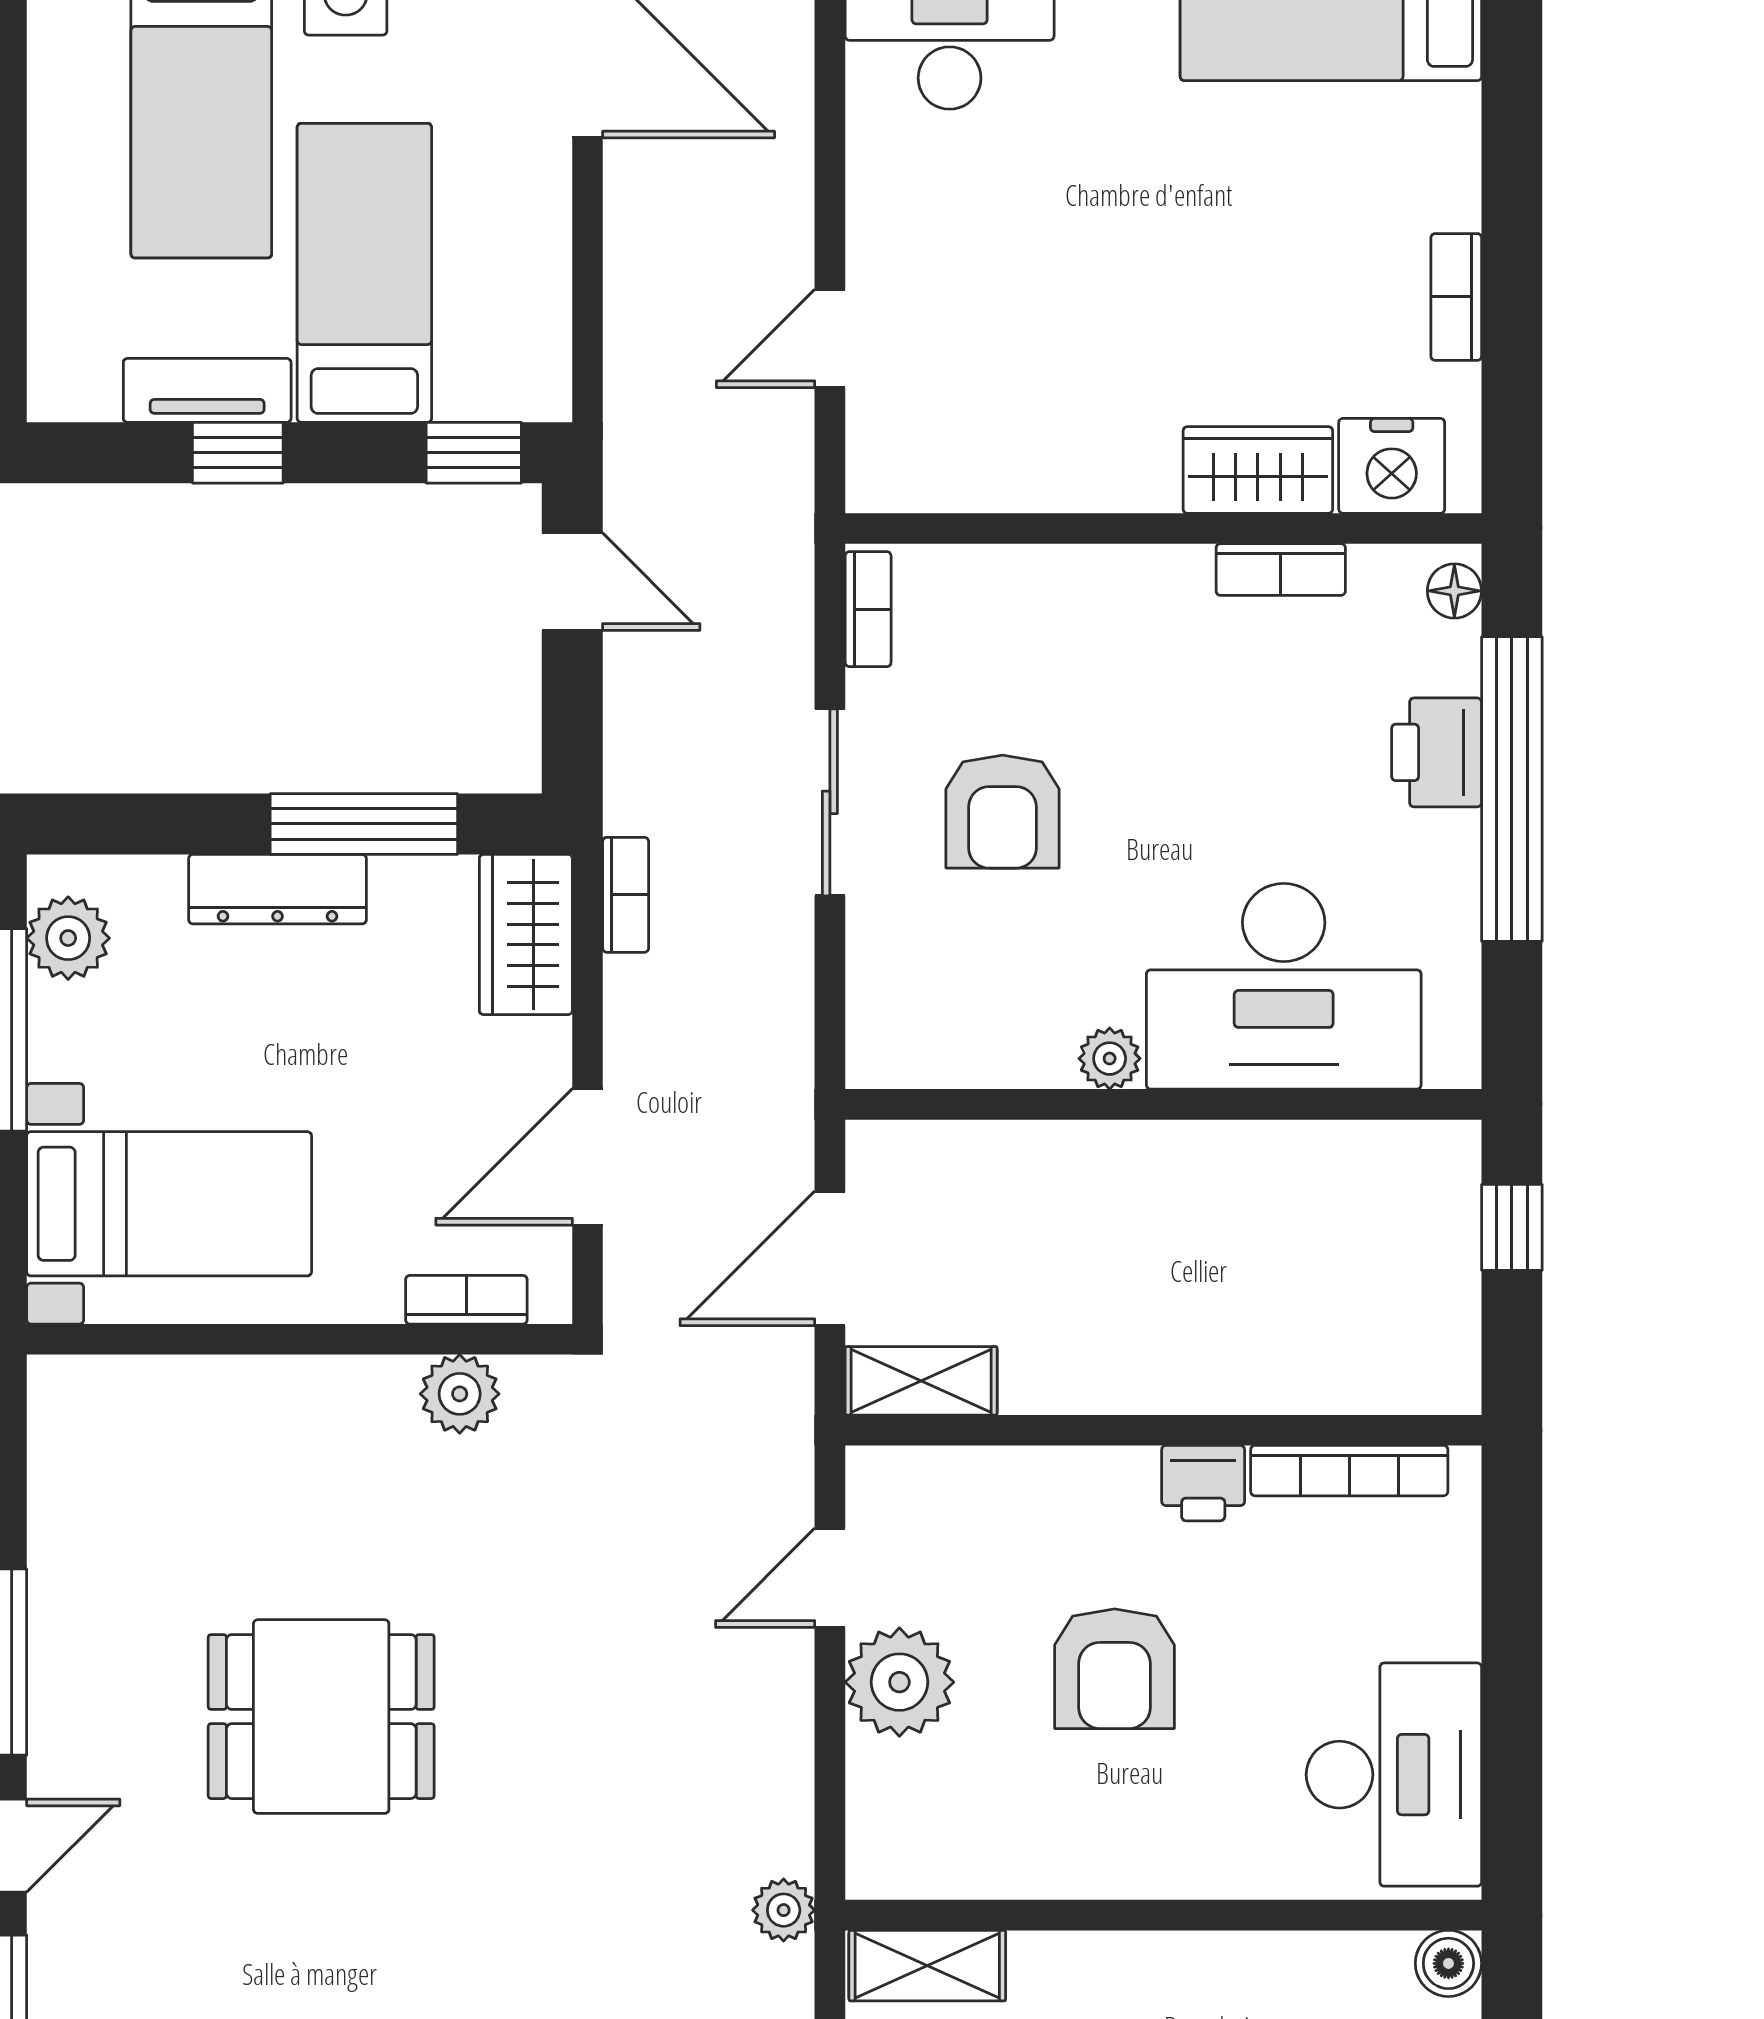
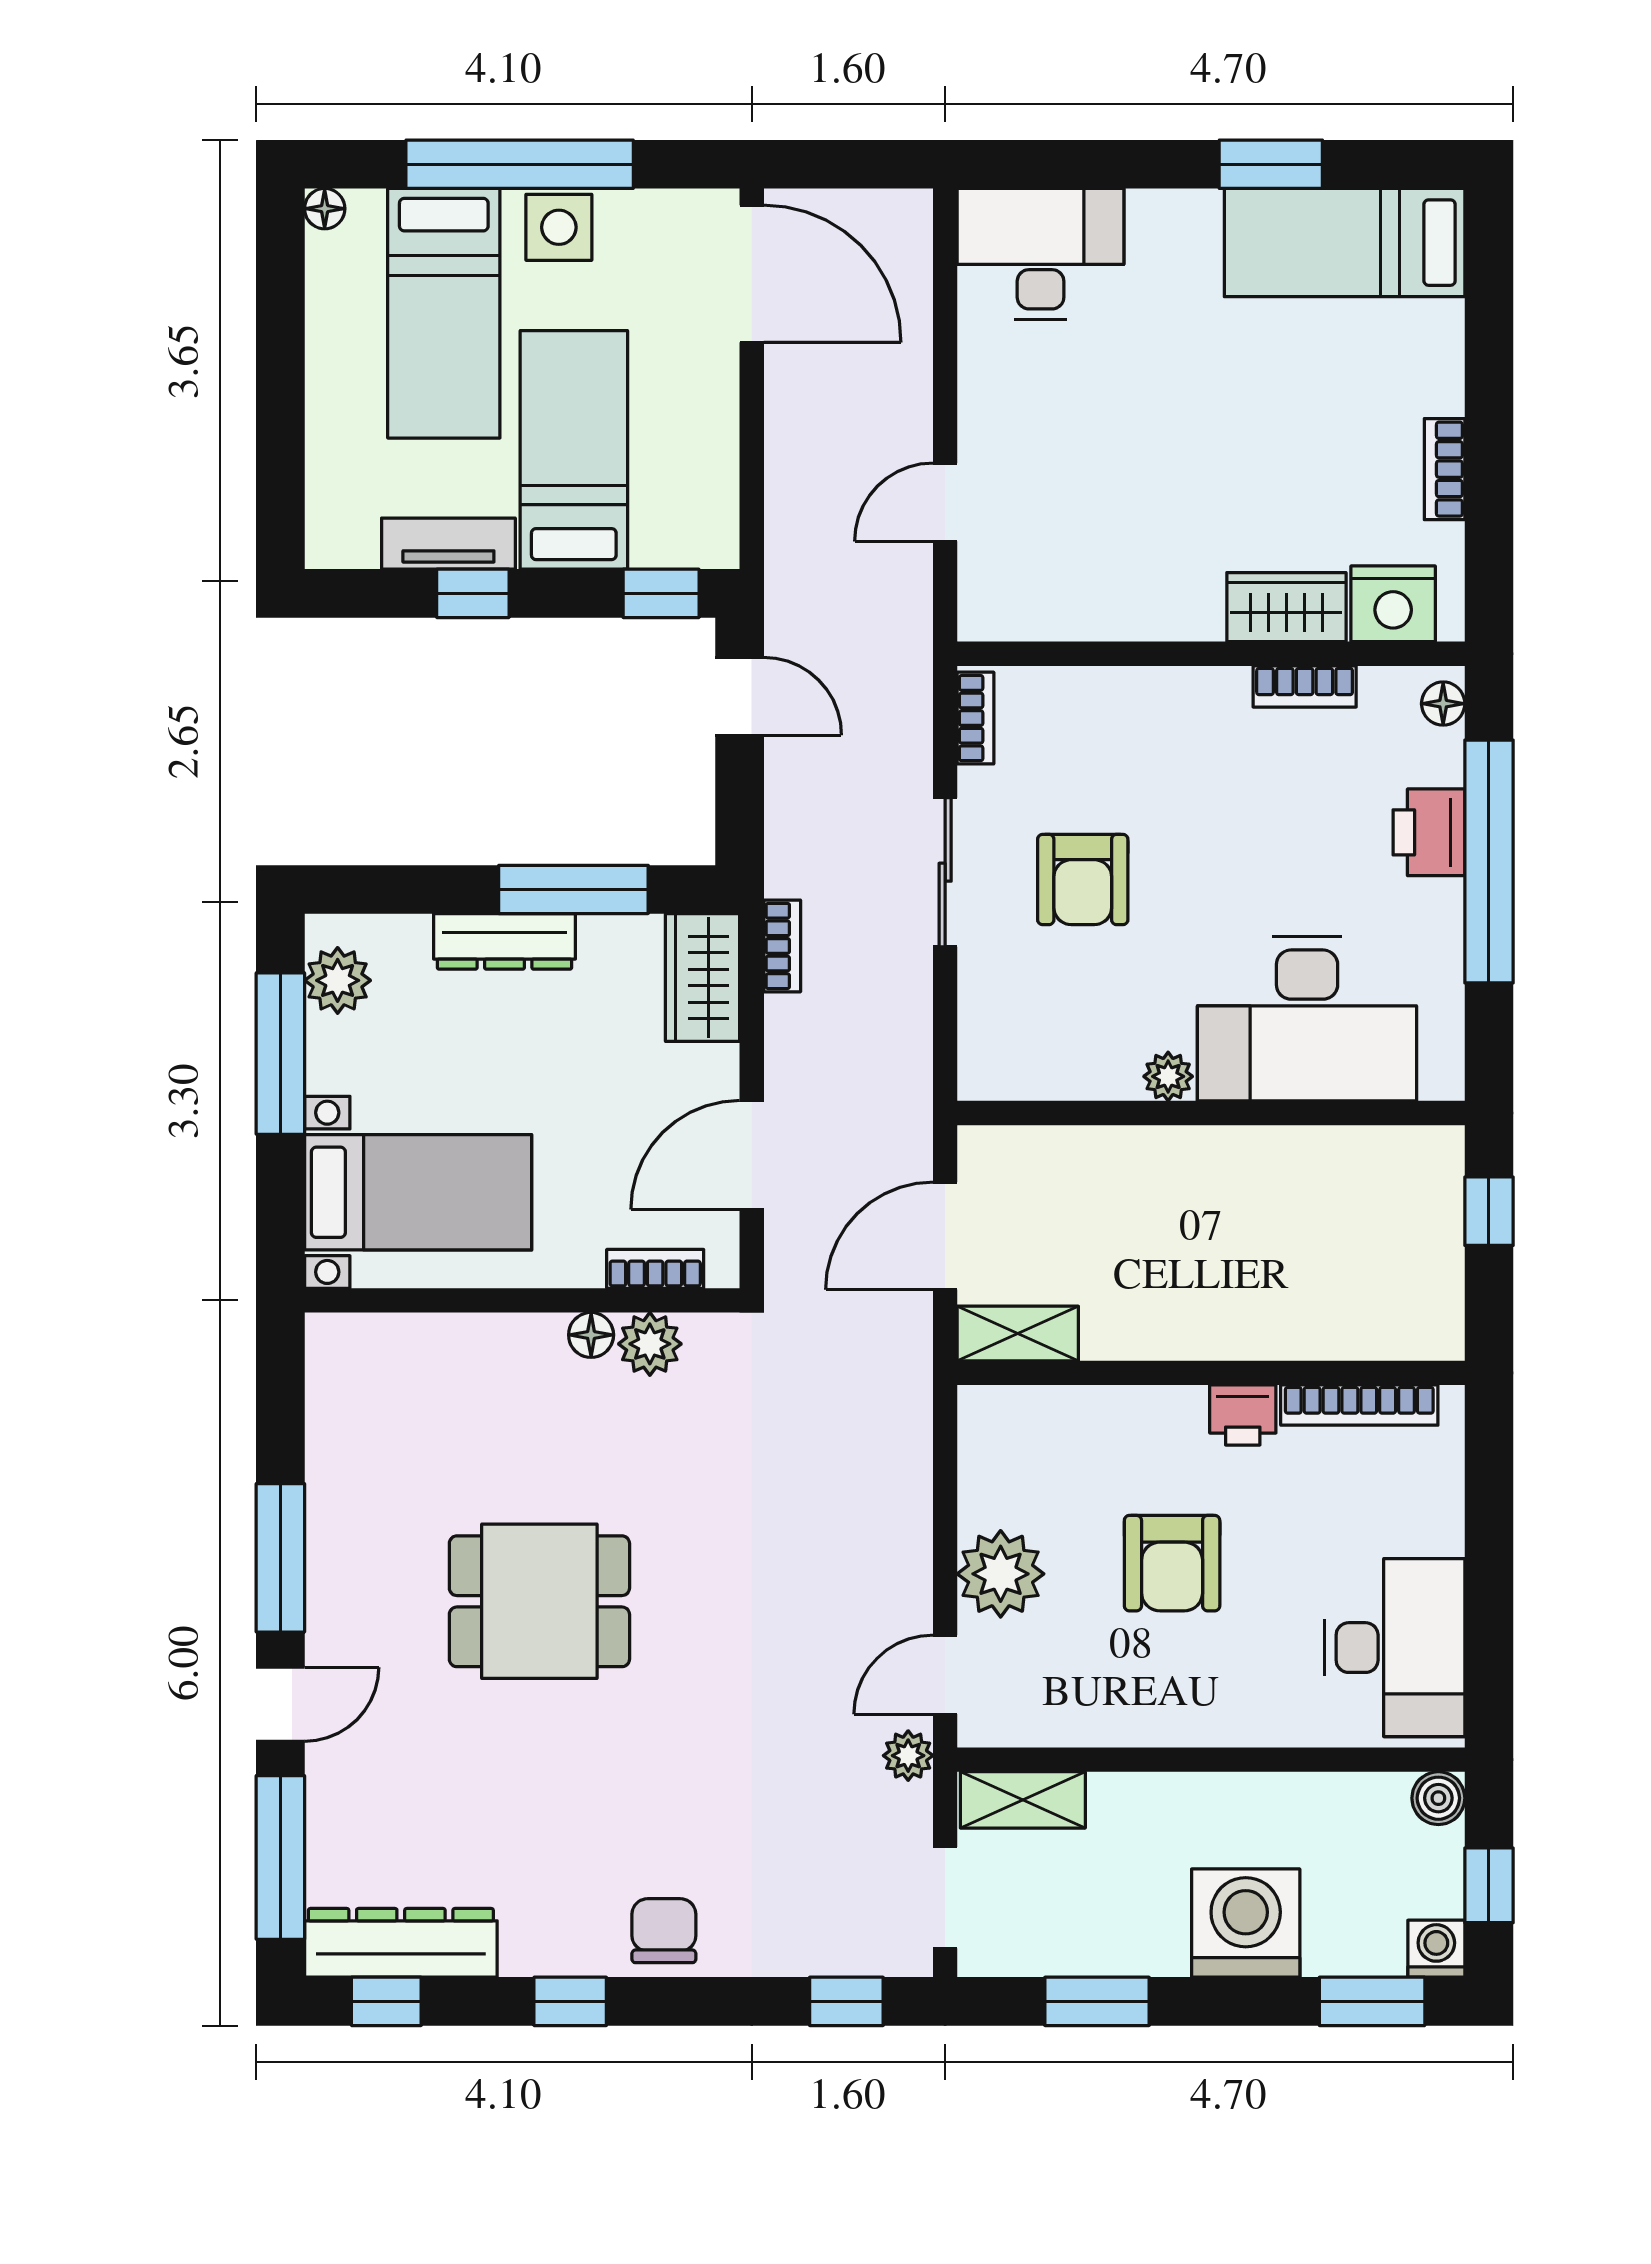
floor lamp: (386, 1383) -> (591, 1335), added
door: (830, 1578) -> (945, 1675), moved

